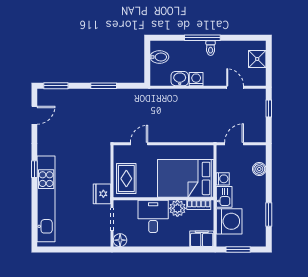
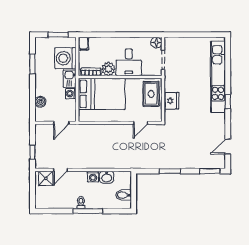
shower: (257, 59) -> (46, 178), moved
door: (235, 87) -> (60, 170), hinge flipped
fridge: (102, 194) -> (171, 101), moved
filing cabinet: (202, 239) -> (83, 44), width x0.50

